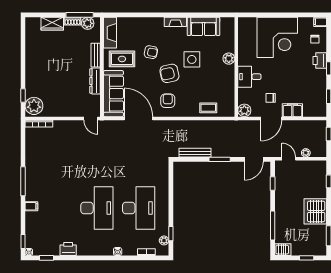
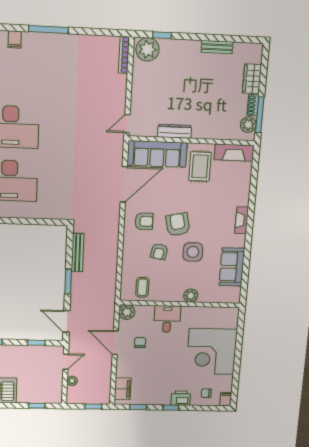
fireplace: (175, 22) -> (242, 220), moved
armchair: (151, 52) -> (159, 252), moved
bench: (96, 55) -> (217, 47), moved
coffee table: (208, 108) -> (142, 287), moved
filing cabinet: (292, 110) -> (123, 389), moved

